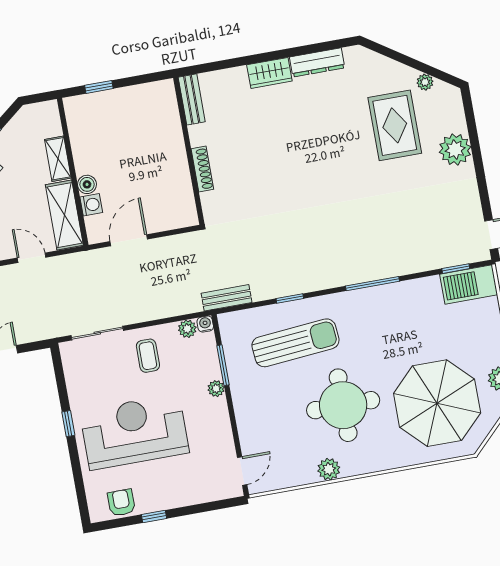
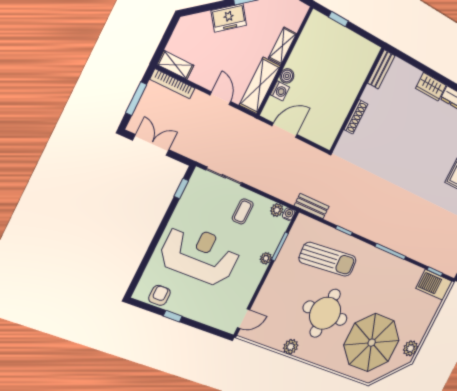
window: (68, 424) -> (181, 189), moved

